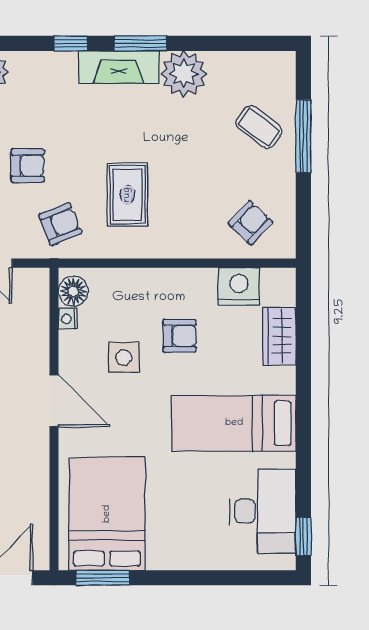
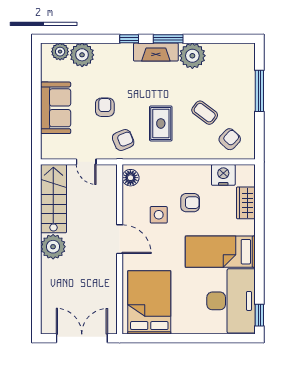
coffee table: (259, 127) -> (205, 113), moved
armchair: (28, 166) -> (105, 107), turned -90
nightstand: (68, 319) -> (127, 193), removed
desk: (263, 511) -> (231, 301), width x1.36, depth x1.30
window: (103, 578) -> (147, 338), removed

